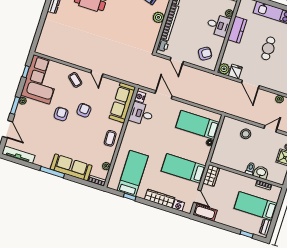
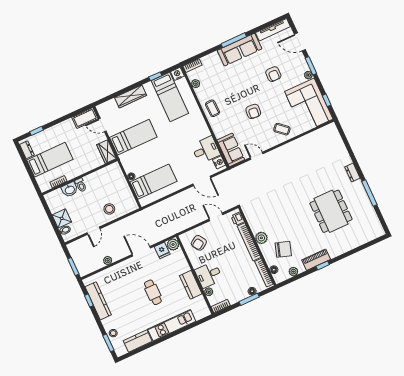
door: (97, 73) -> (257, 156), moved
sofa: (122, 103) -> (231, 150), width x0.73
armchair: (61, 114) -> (273, 74), moved
sofa: (71, 167) -> (240, 50), moved
nightstand: (178, 205) -> (177, 74), moved

